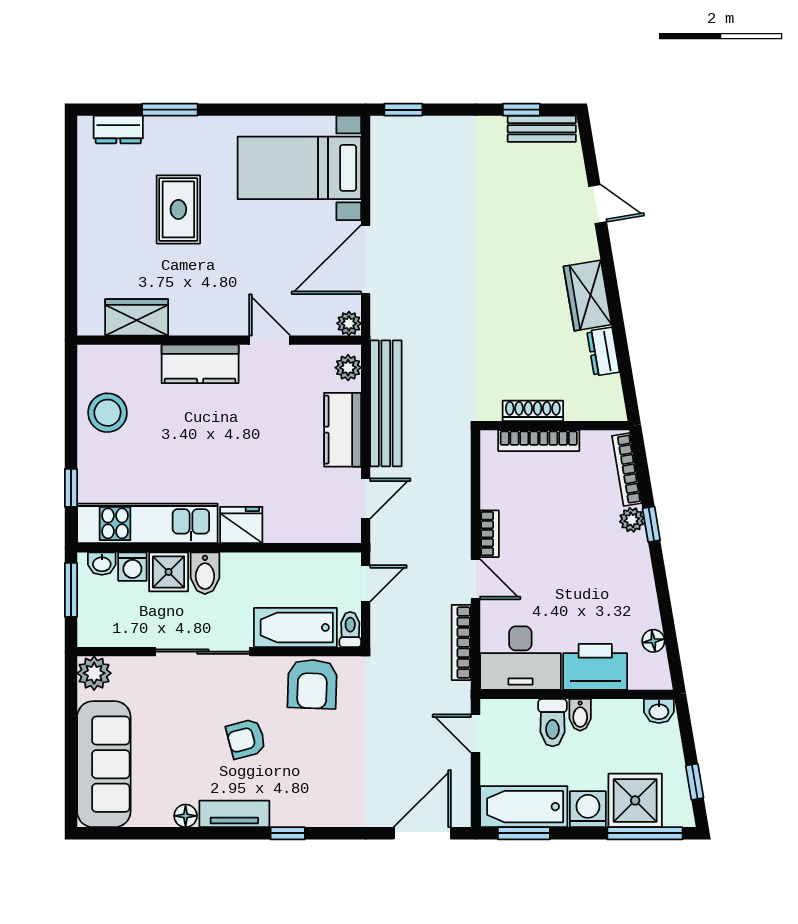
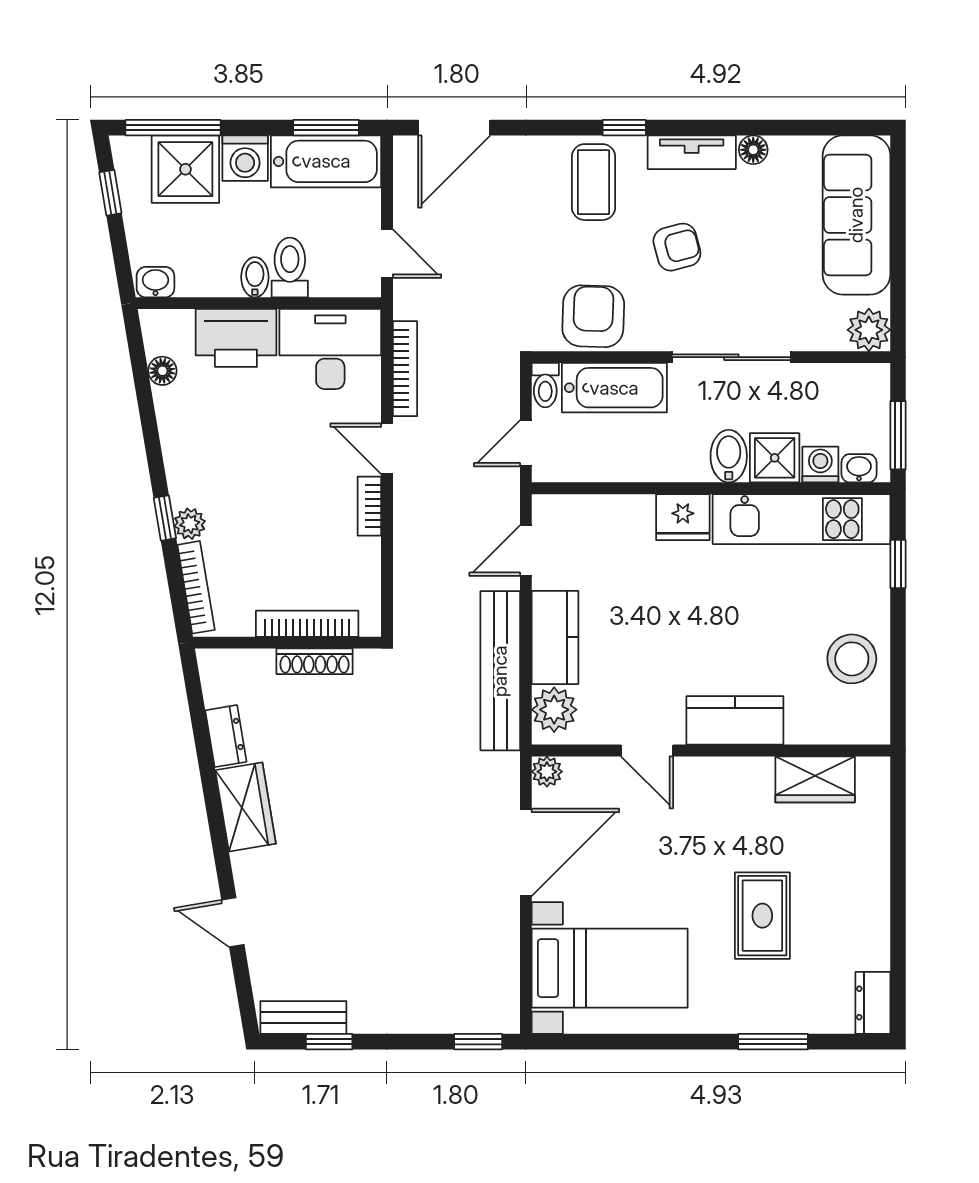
dresser: (118, 130) -> (873, 1003), moved, turned -90
plant: (348, 368) -> (554, 710), width x1.38, depth x1.38
coffee table: (312, 790) -> (594, 182), added

